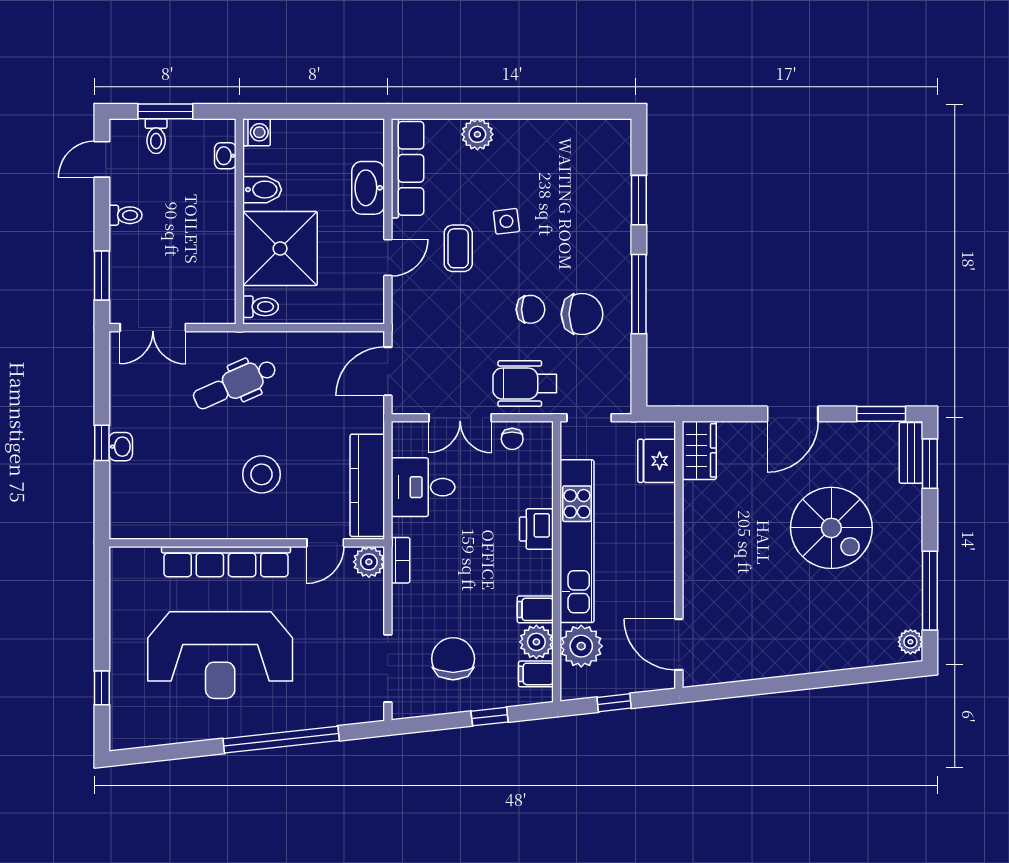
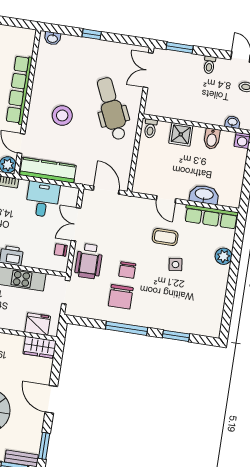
shower: (280, 248) -> (181, 134), width x0.54, depth x0.54
dental chair: (235, 384) -> (112, 109), width x1.36, depth x1.38
wheelchair: (525, 384) -> (89, 261), turned 180
washbasin: (121, 447) -> (53, 38), moved

